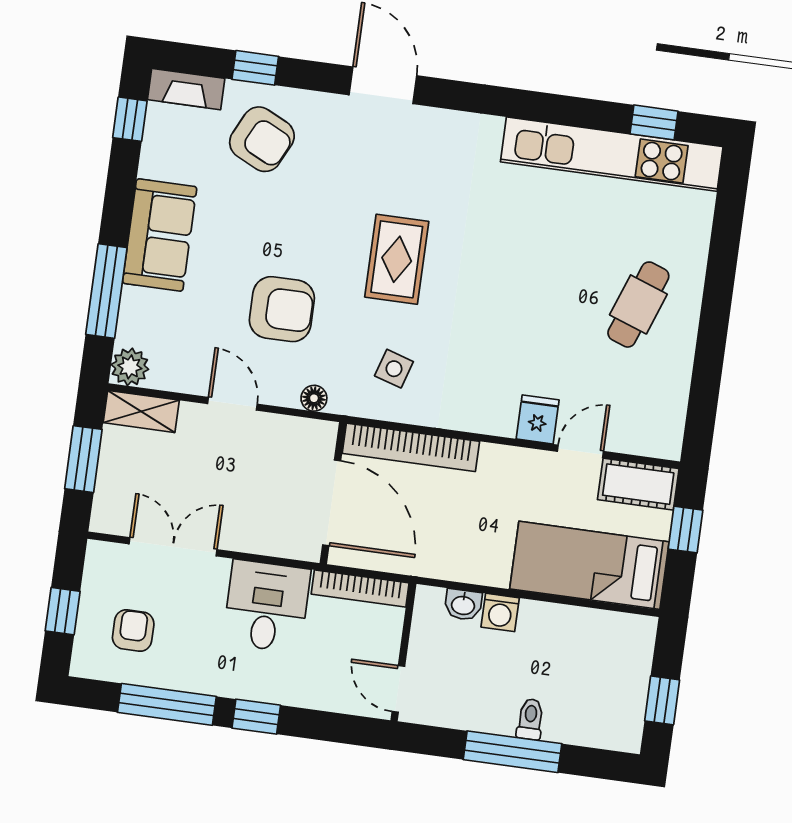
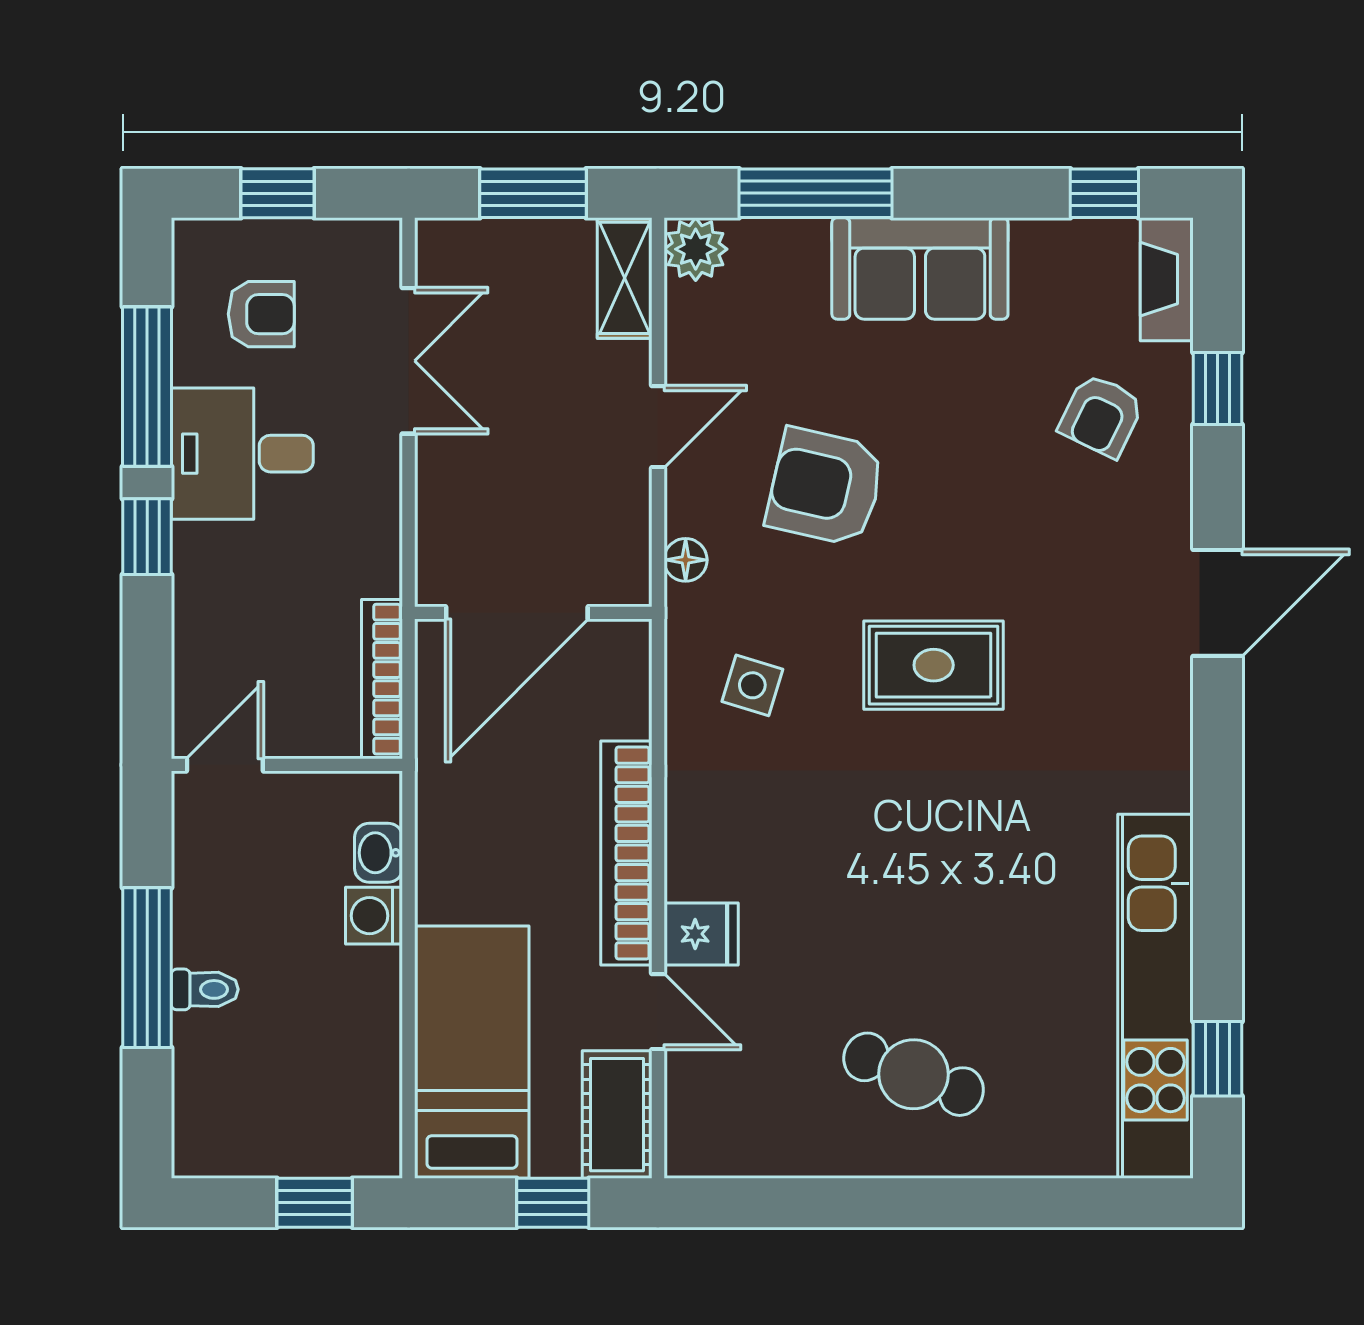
armchair: (262, 139) -> (1101, 416), width x0.72, depth x0.72
armchair: (282, 309) -> (825, 487), turned 103
bookcase: (411, 447) -> (626, 853), moved
desk: (267, 606) -> (242, 454), moved, turned 180
window: (662, 700) -> (315, 1203), moved

